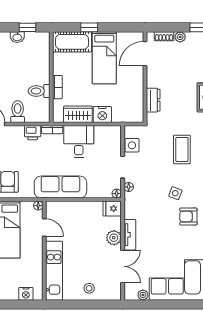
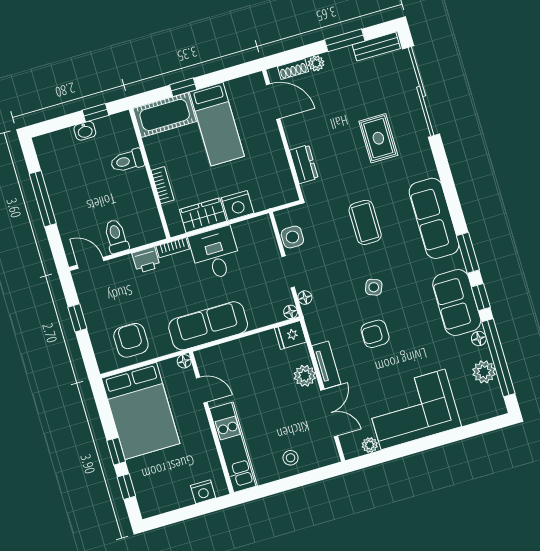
door: (145, 54) -> (273, 102), swing flipped
toilet: (39, 91) -> (127, 161), moved
armchair: (188, 216) -> (375, 334), moved

